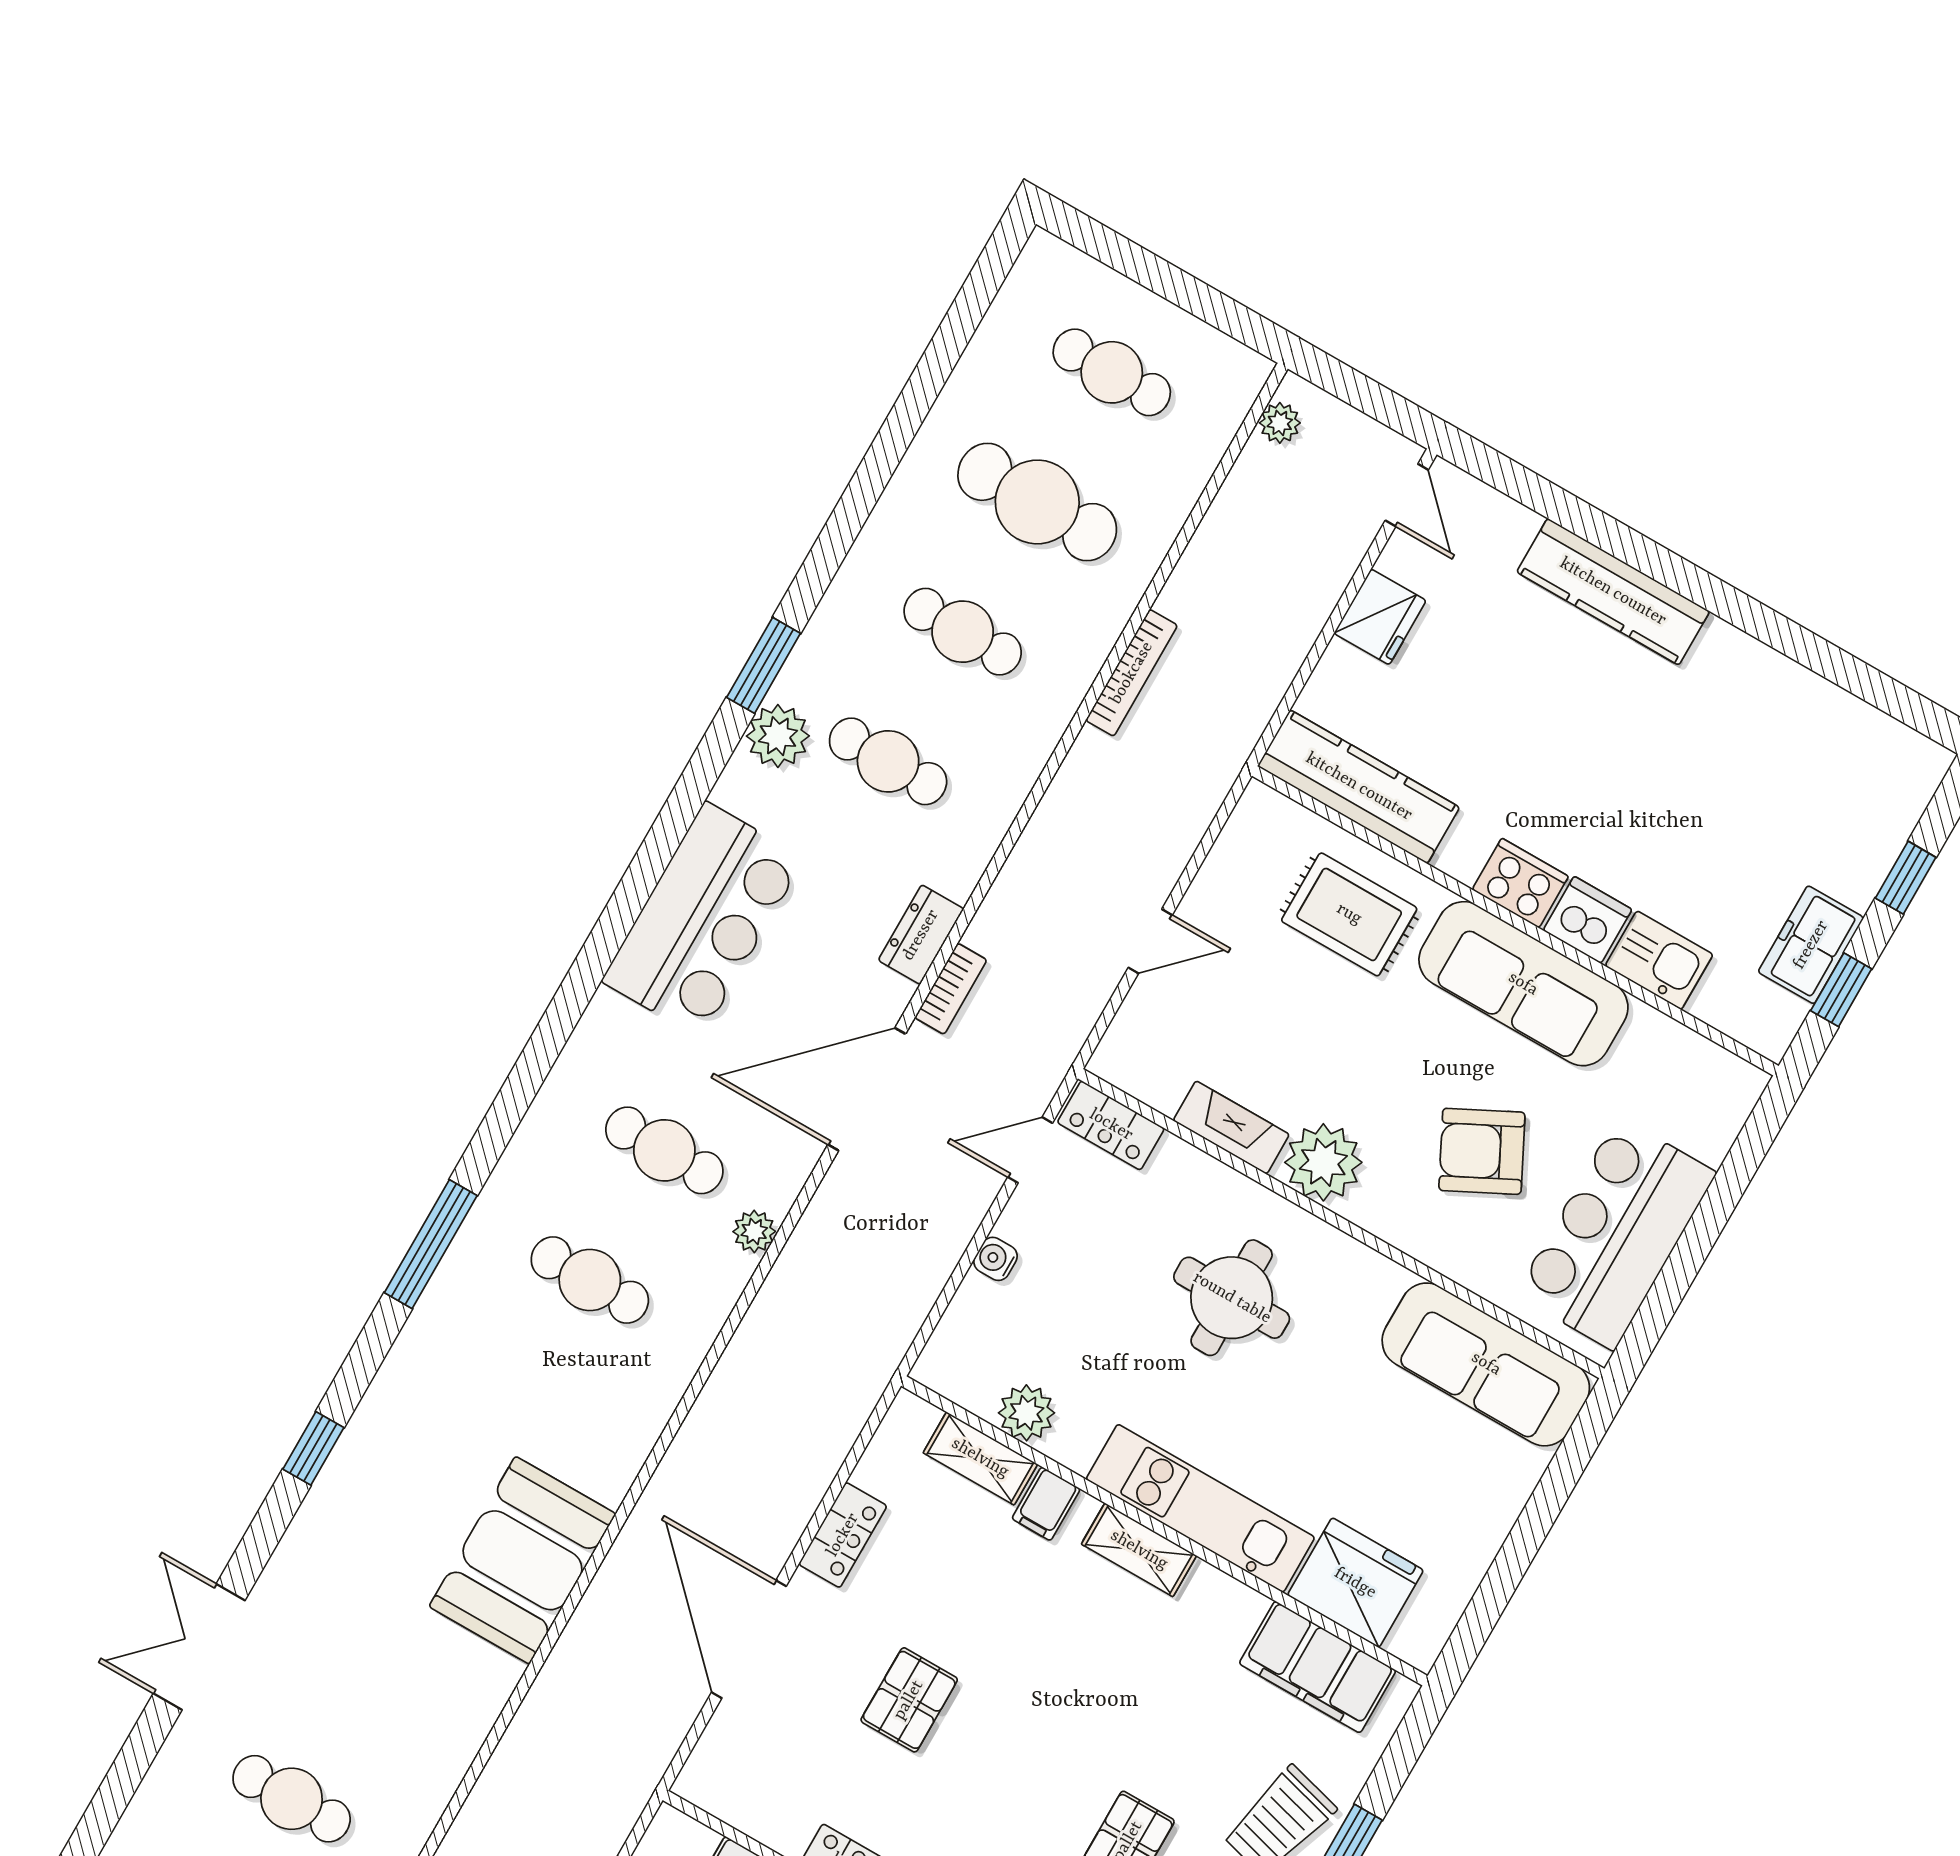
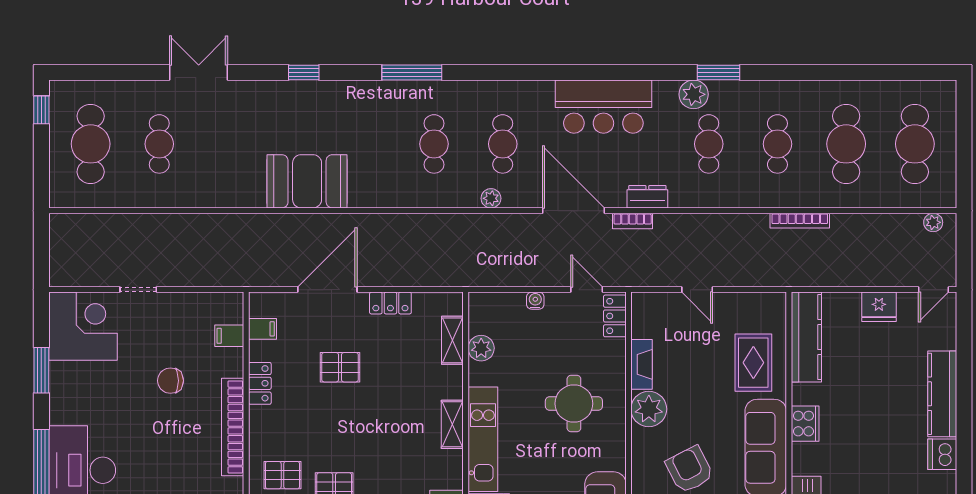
cafe table: (1112, 372) -> (915, 144), width x1.37, depth x1.35
dishwasher: (1587, 920) -> (942, 454), moved, turned 180
filing cabinet: (1046, 1504) -> (262, 329), moved, turned 180

